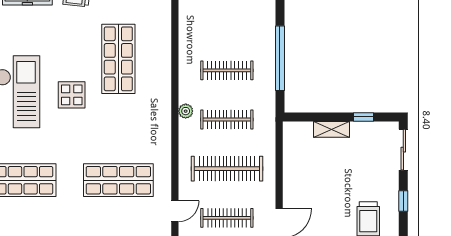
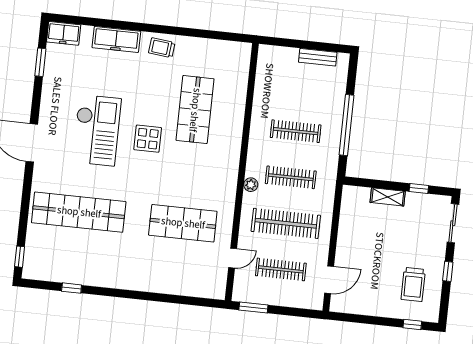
plant: (186, 111) -> (251, 185), moved

